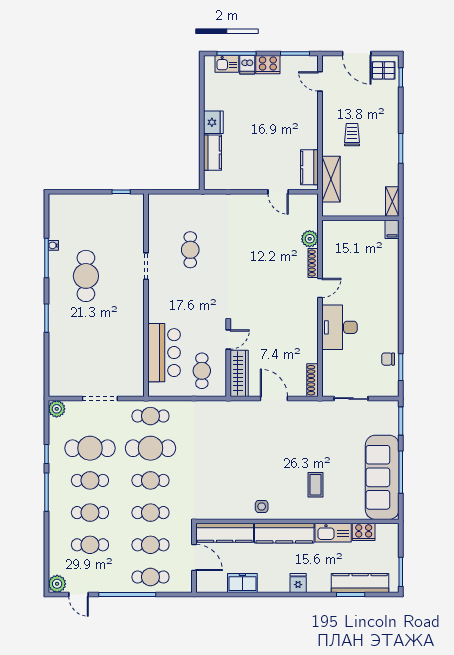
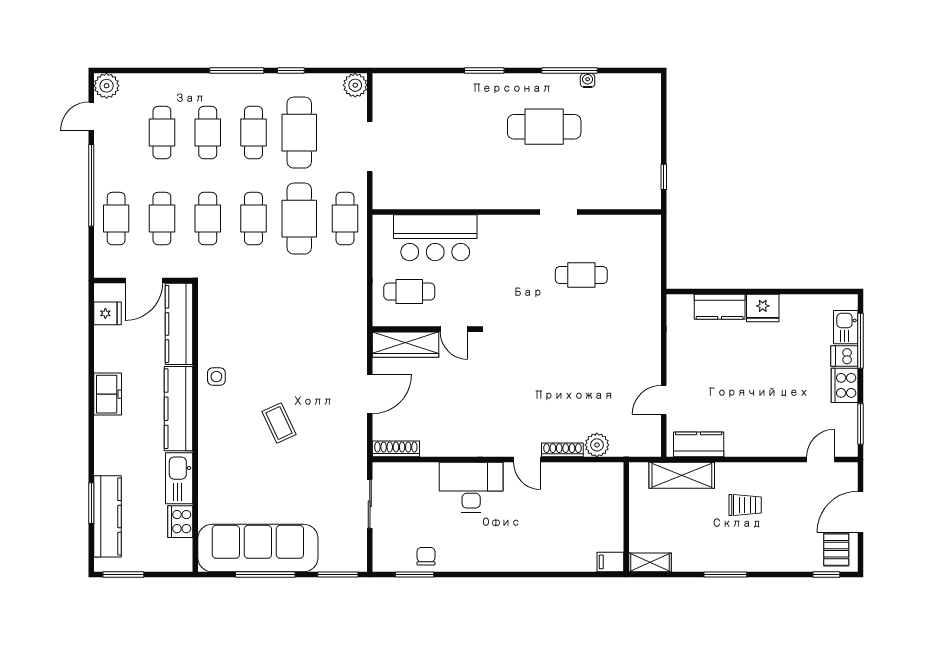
coffee table: (315, 485) -> (279, 423), moved, turned 65
freezer: (242, 583) -> (108, 394), moved
fridge: (298, 583) -> (108, 313), moved

